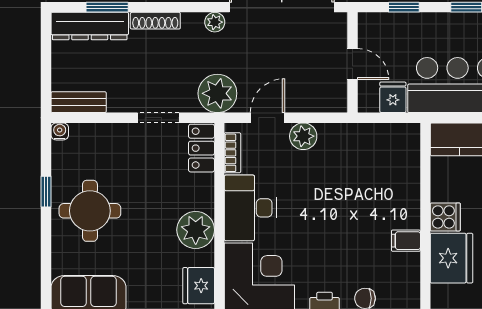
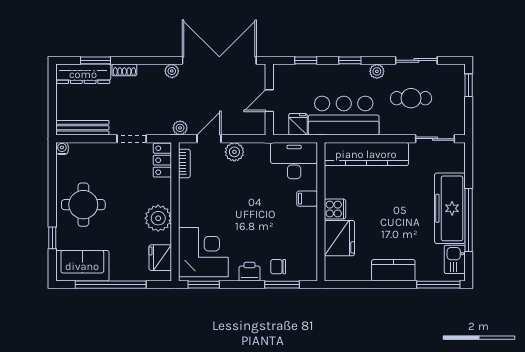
shoe rack: (155, 21) -> (124, 70), width x0.70
door: (352, 64) -> (269, 101), swing flipped
plant: (217, 93) -> (180, 128), width x0.53, depth x0.53
bench: (79, 102) -> (82, 128), width x1.36
window: (46, 192) -> (52, 238), moved
desk: (250, 208) -> (294, 161), moved, turned 90
filing cabinet: (406, 241) -> (307, 199), moved

